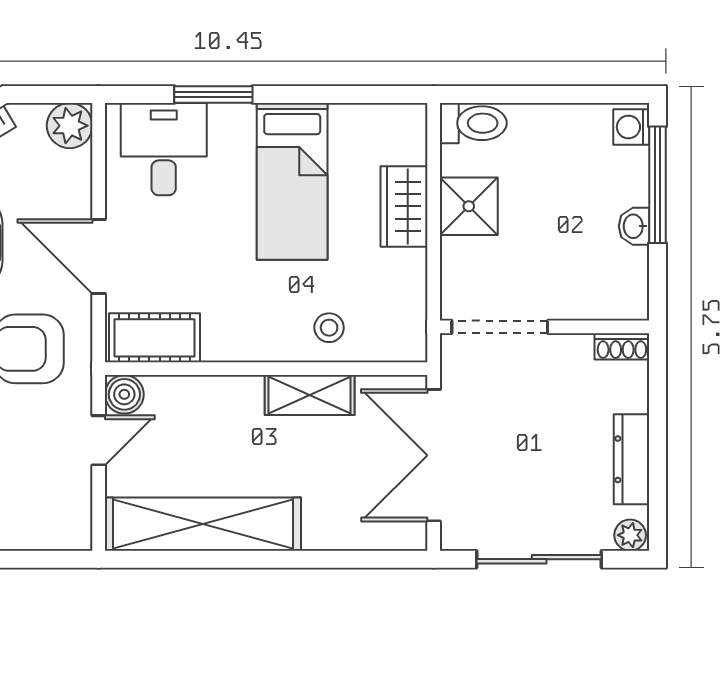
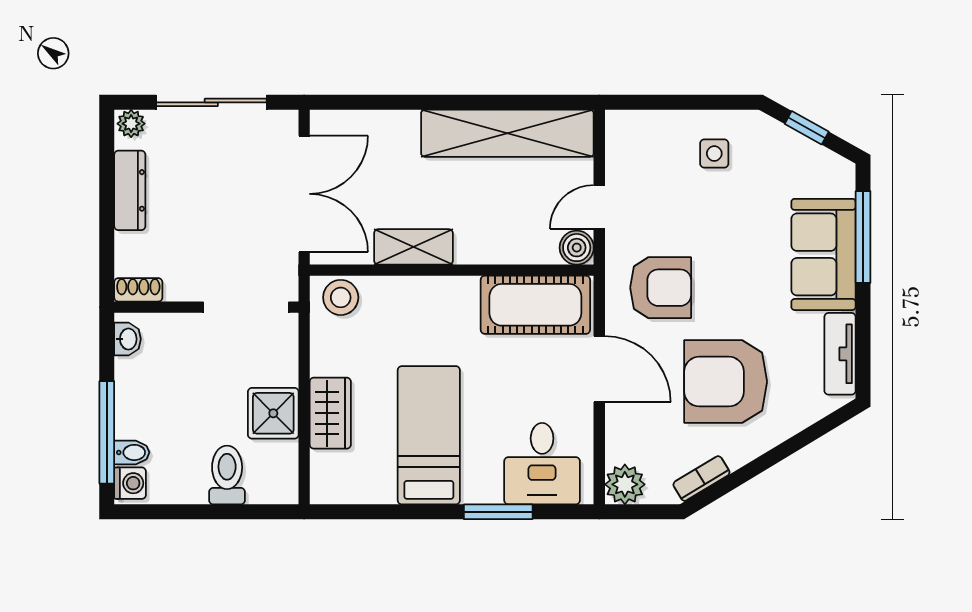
toilet: (473, 123) -> (227, 475), moved, turned 90
bidet: (629, 162) -> (132, 452), added
washbasin: (634, 226) -> (128, 339), moved
stool: (329, 328) -> (341, 297), moved, width x1.37, depth x1.37
cot: (155, 338) -> (535, 305), width x1.37, depth x1.34

